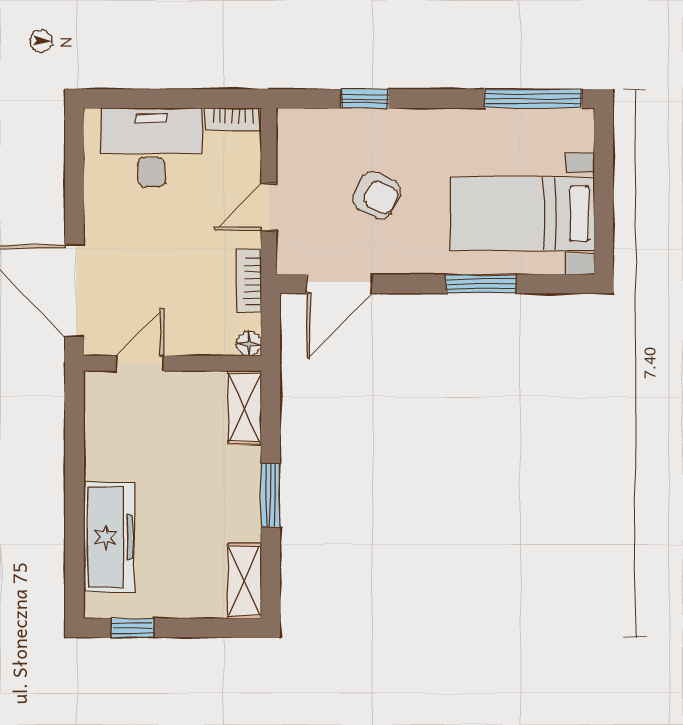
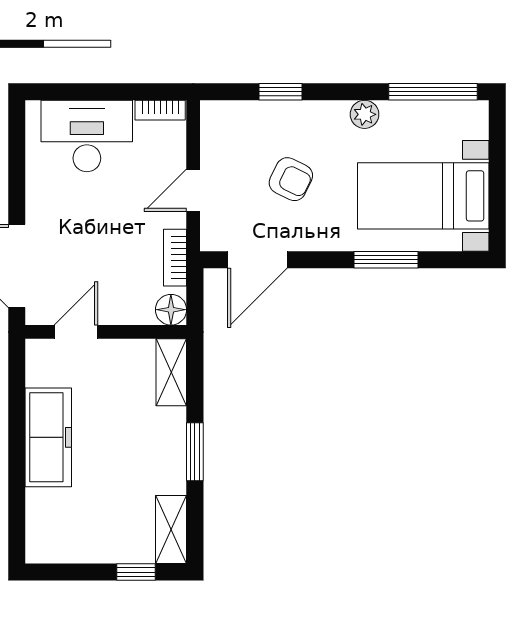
plant: (458, 124) -> (365, 114), added
floor lamp: (249, 344) -> (171, 310), width x1.37, depth x1.37
freezer: (109, 537) -> (48, 437), moved
window: (132, 628) -> (136, 572), moved

